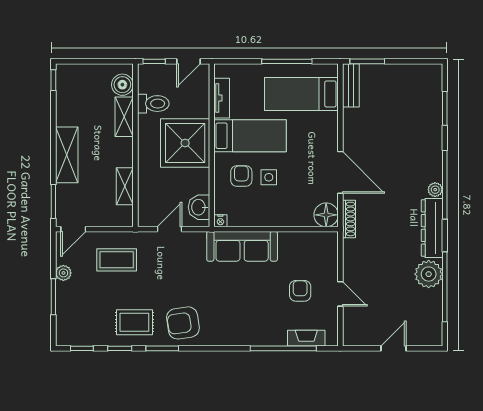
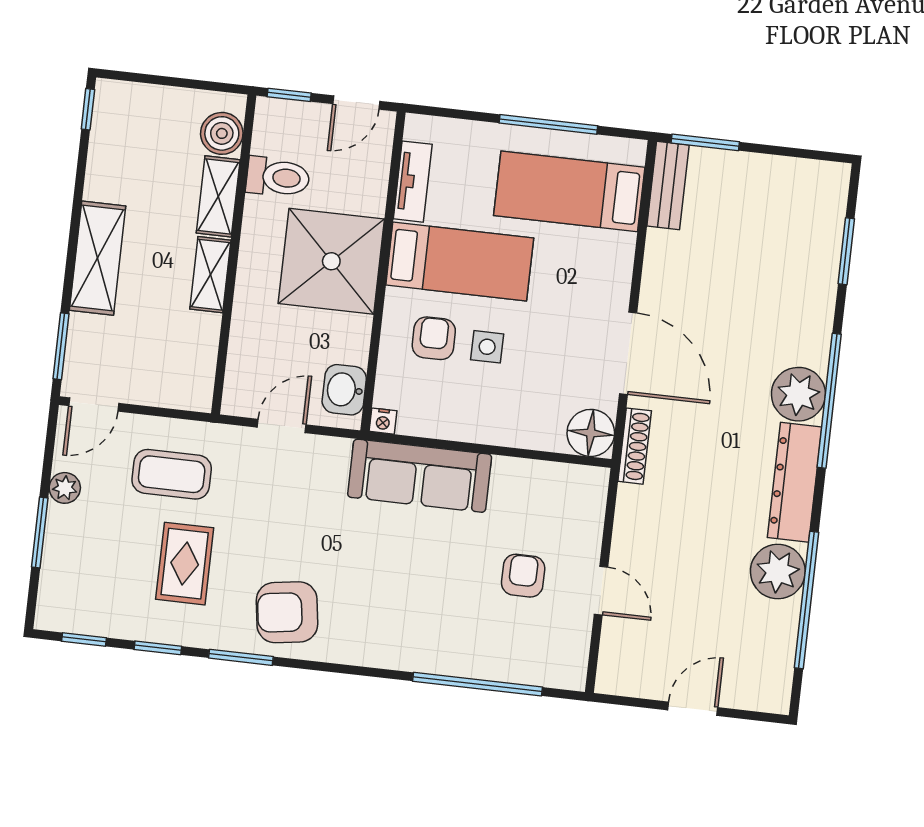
shelving: (125, 186) -> (210, 275), moved
plant: (435, 190) -> (798, 394), width x1.88, depth x1.88
rug: (134, 322) -> (185, 564), moved, turned 90
fireplace: (306, 338) -> (525, 669), removed

